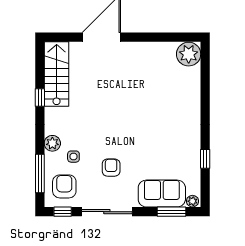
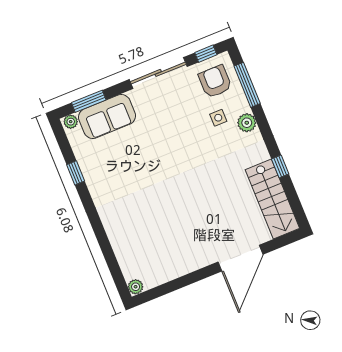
plant: (189, 54) -> (136, 287), width x0.53, depth x0.53
armchair: (111, 168) -> (173, 122), removed
armchair: (64, 186) -> (215, 82), turned 180

